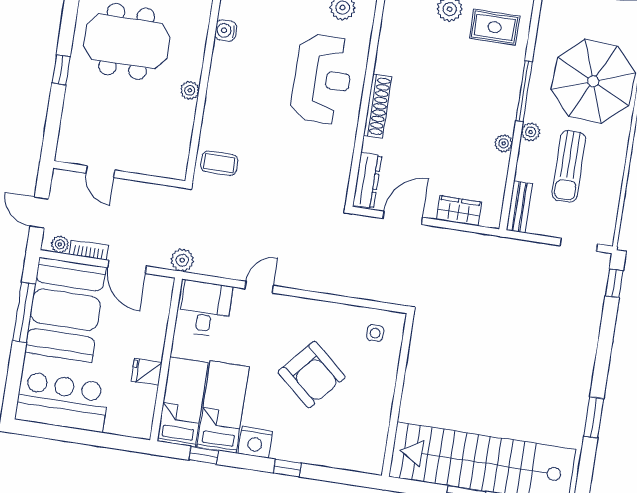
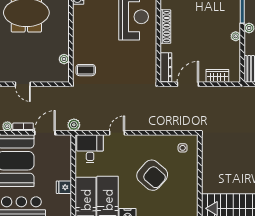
plant: (190, 90) -> (64, 59), moved
door: (127, 267) -> (45, 133), swing flipped

